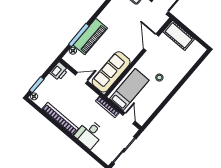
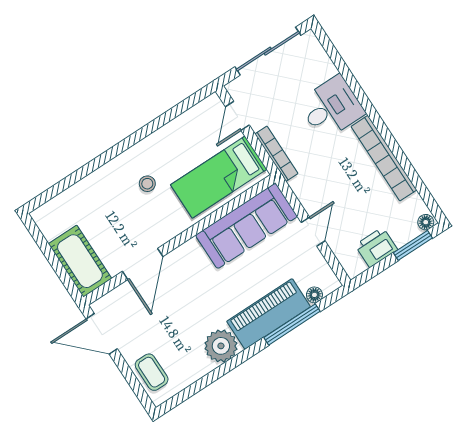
plant: (107, 17) -> (221, 346), added
printer: (59, 71) -> (376, 247), moved
door: (81, 78) -> (313, 232), swing flipped

